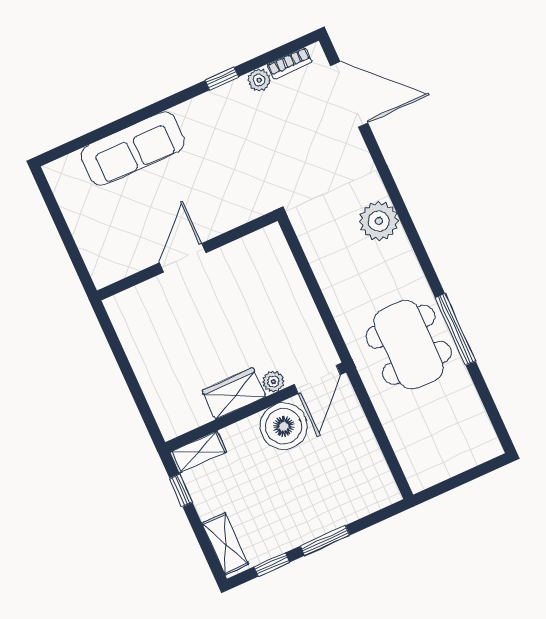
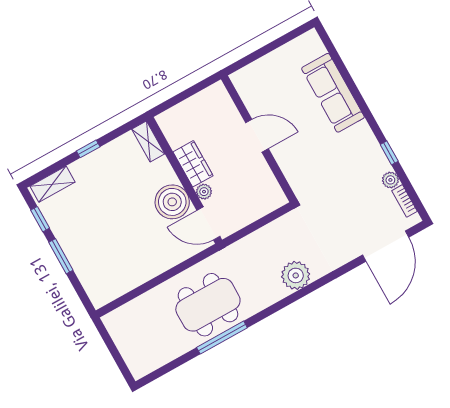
door: (317, 379) -> (208, 223), moved
plant: (273, 382) -> (204, 192), moved
wardrobe: (234, 393) -> (193, 164), moved
wall: (256, 407) -> (184, 180), moved
boiler: (284, 426) -> (172, 202), moved
shelving: (198, 452) -> (148, 142), moved

